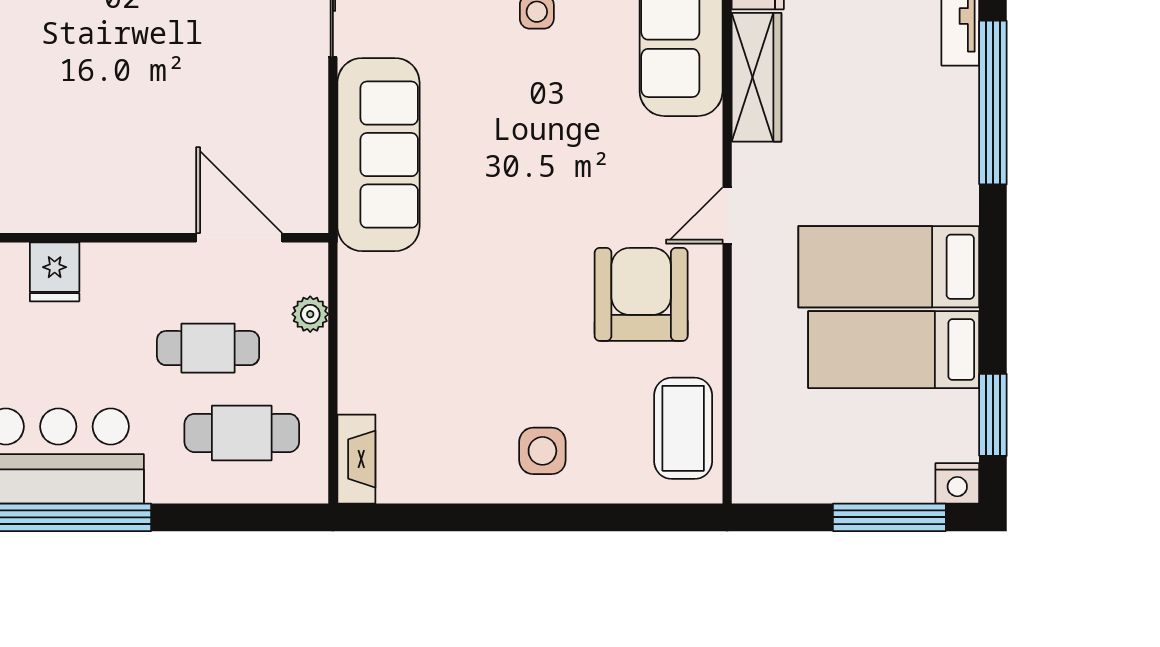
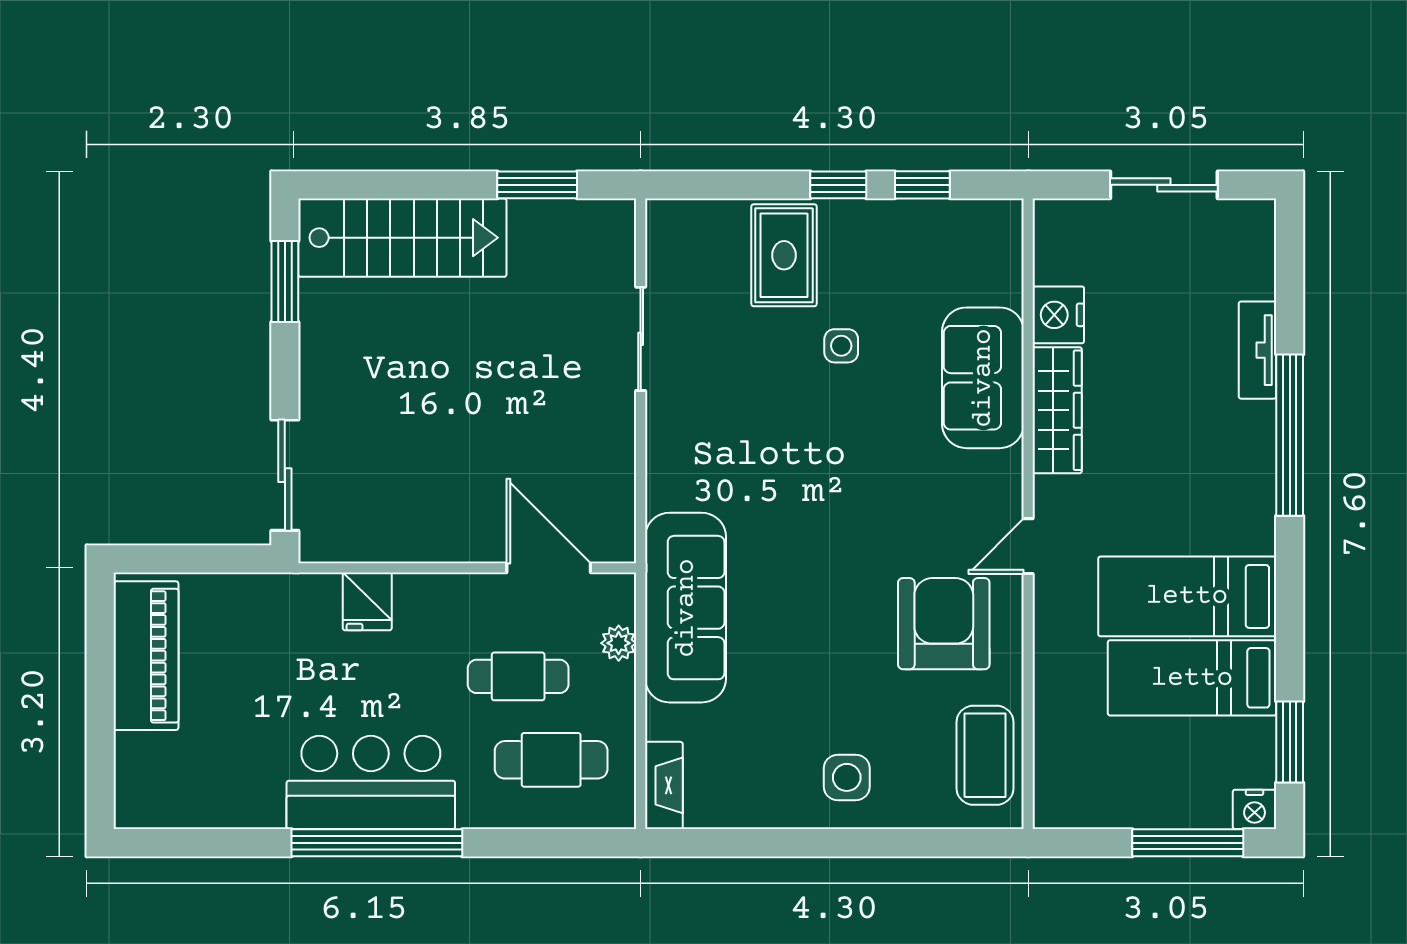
sofa: (378, 155) -> (686, 608), moved

